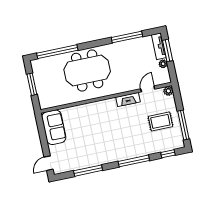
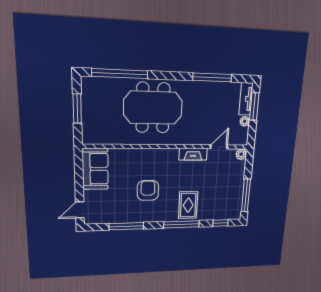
rug: (160, 121) -> (188, 205), moved, turned 90
armchair: (99, 137) -> (148, 190), added

